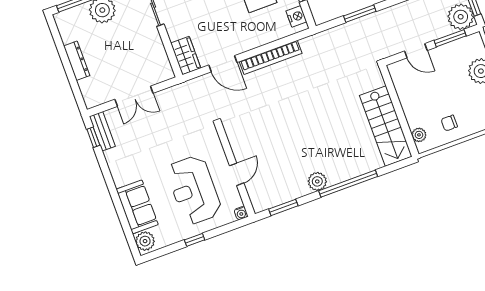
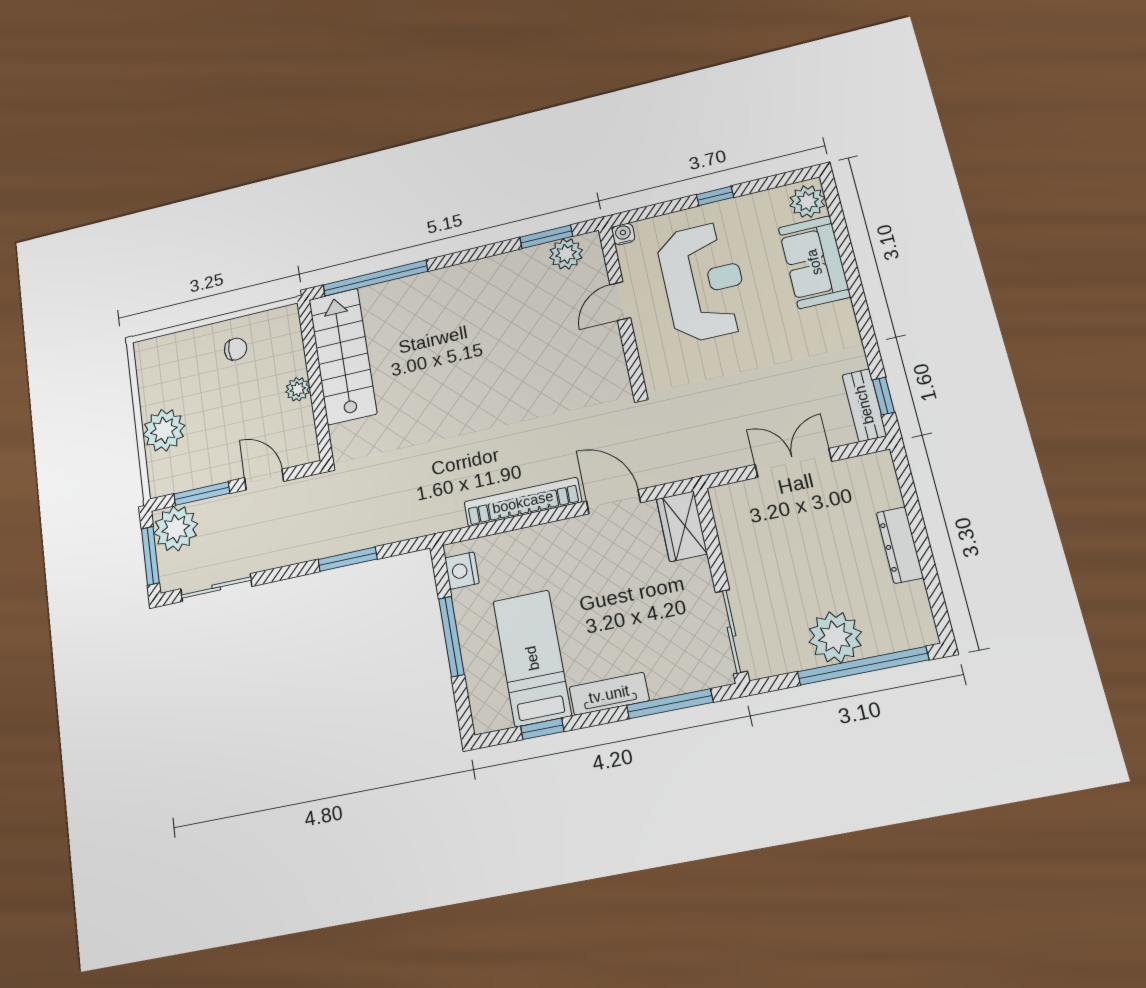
plant: (419, 135) -> (298, 389), moved
plant: (317, 181) -> (566, 254), moved
window: (348, 184) -> (375, 278), moved

